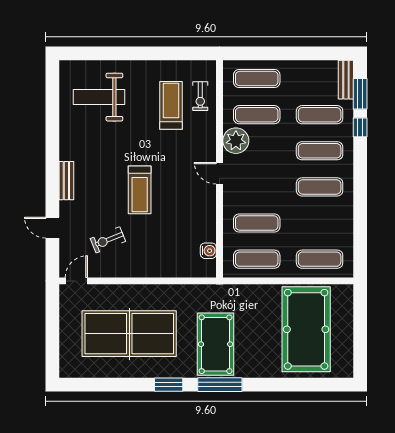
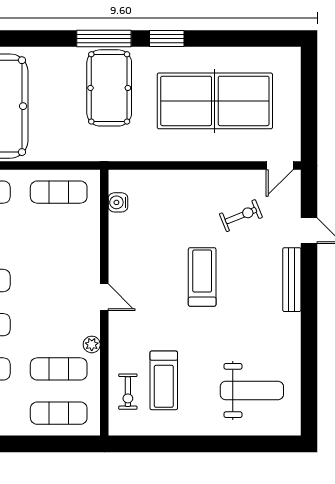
exercise bike: (200, 96) -> (128, 392), turned 180
plant: (236, 141) -> (92, 344), width x0.53, depth x0.53
bench: (66, 181) -> (292, 280), width x1.36
exercise mat: (257, 223) -> (59, 236), removed

